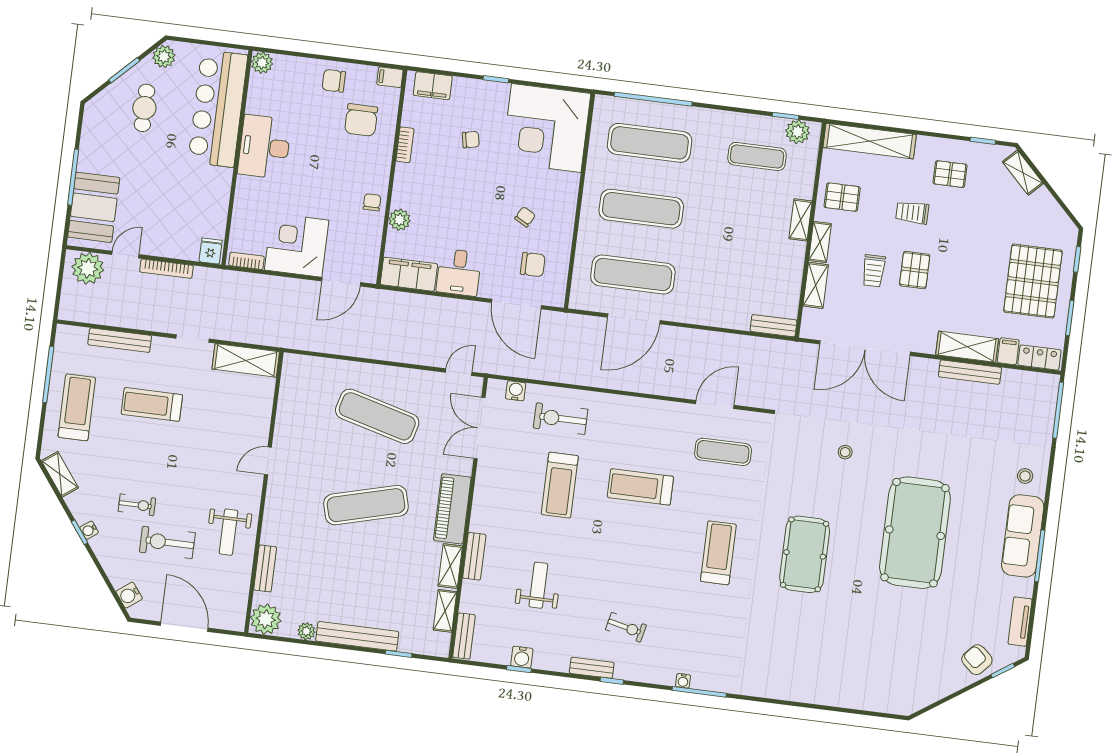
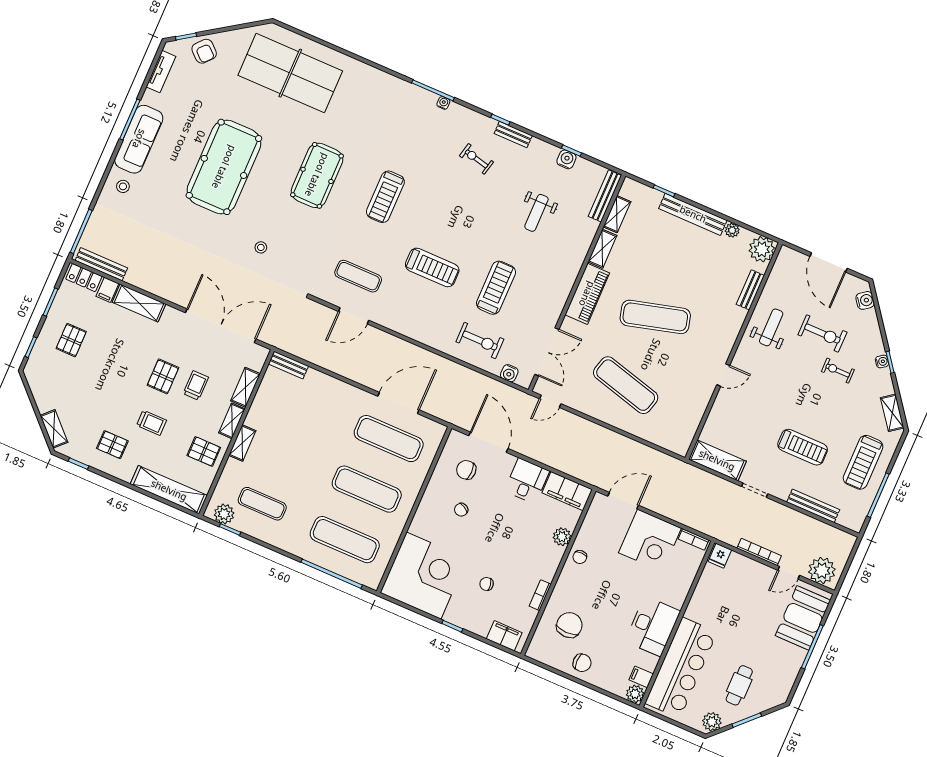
filing cabinet: (390, 77) -> (641, 677), moved, turned 180
pallet: (1033, 281) -> (71, 340), width x0.49, depth x0.50
bench: (970, 372) -> (101, 264), moved
bench: (474, 556) -> (581, 251), removed
bench: (464, 636) -> (605, 196), width x1.36
table tennis table: (870, 663) -> (290, 73), added

